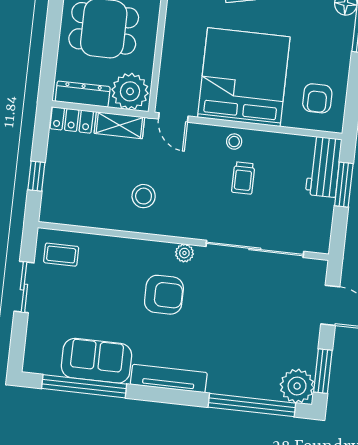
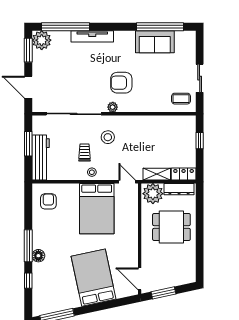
bed: (244, 77) -> (97, 209), width x0.73
workbench: (324, 167) -> (41, 158), width x1.38
window: (344, 185) -> (28, 144), moved
stool: (144, 196) -> (108, 137), moved
tv unit: (169, 379) -> (92, 36), moved

